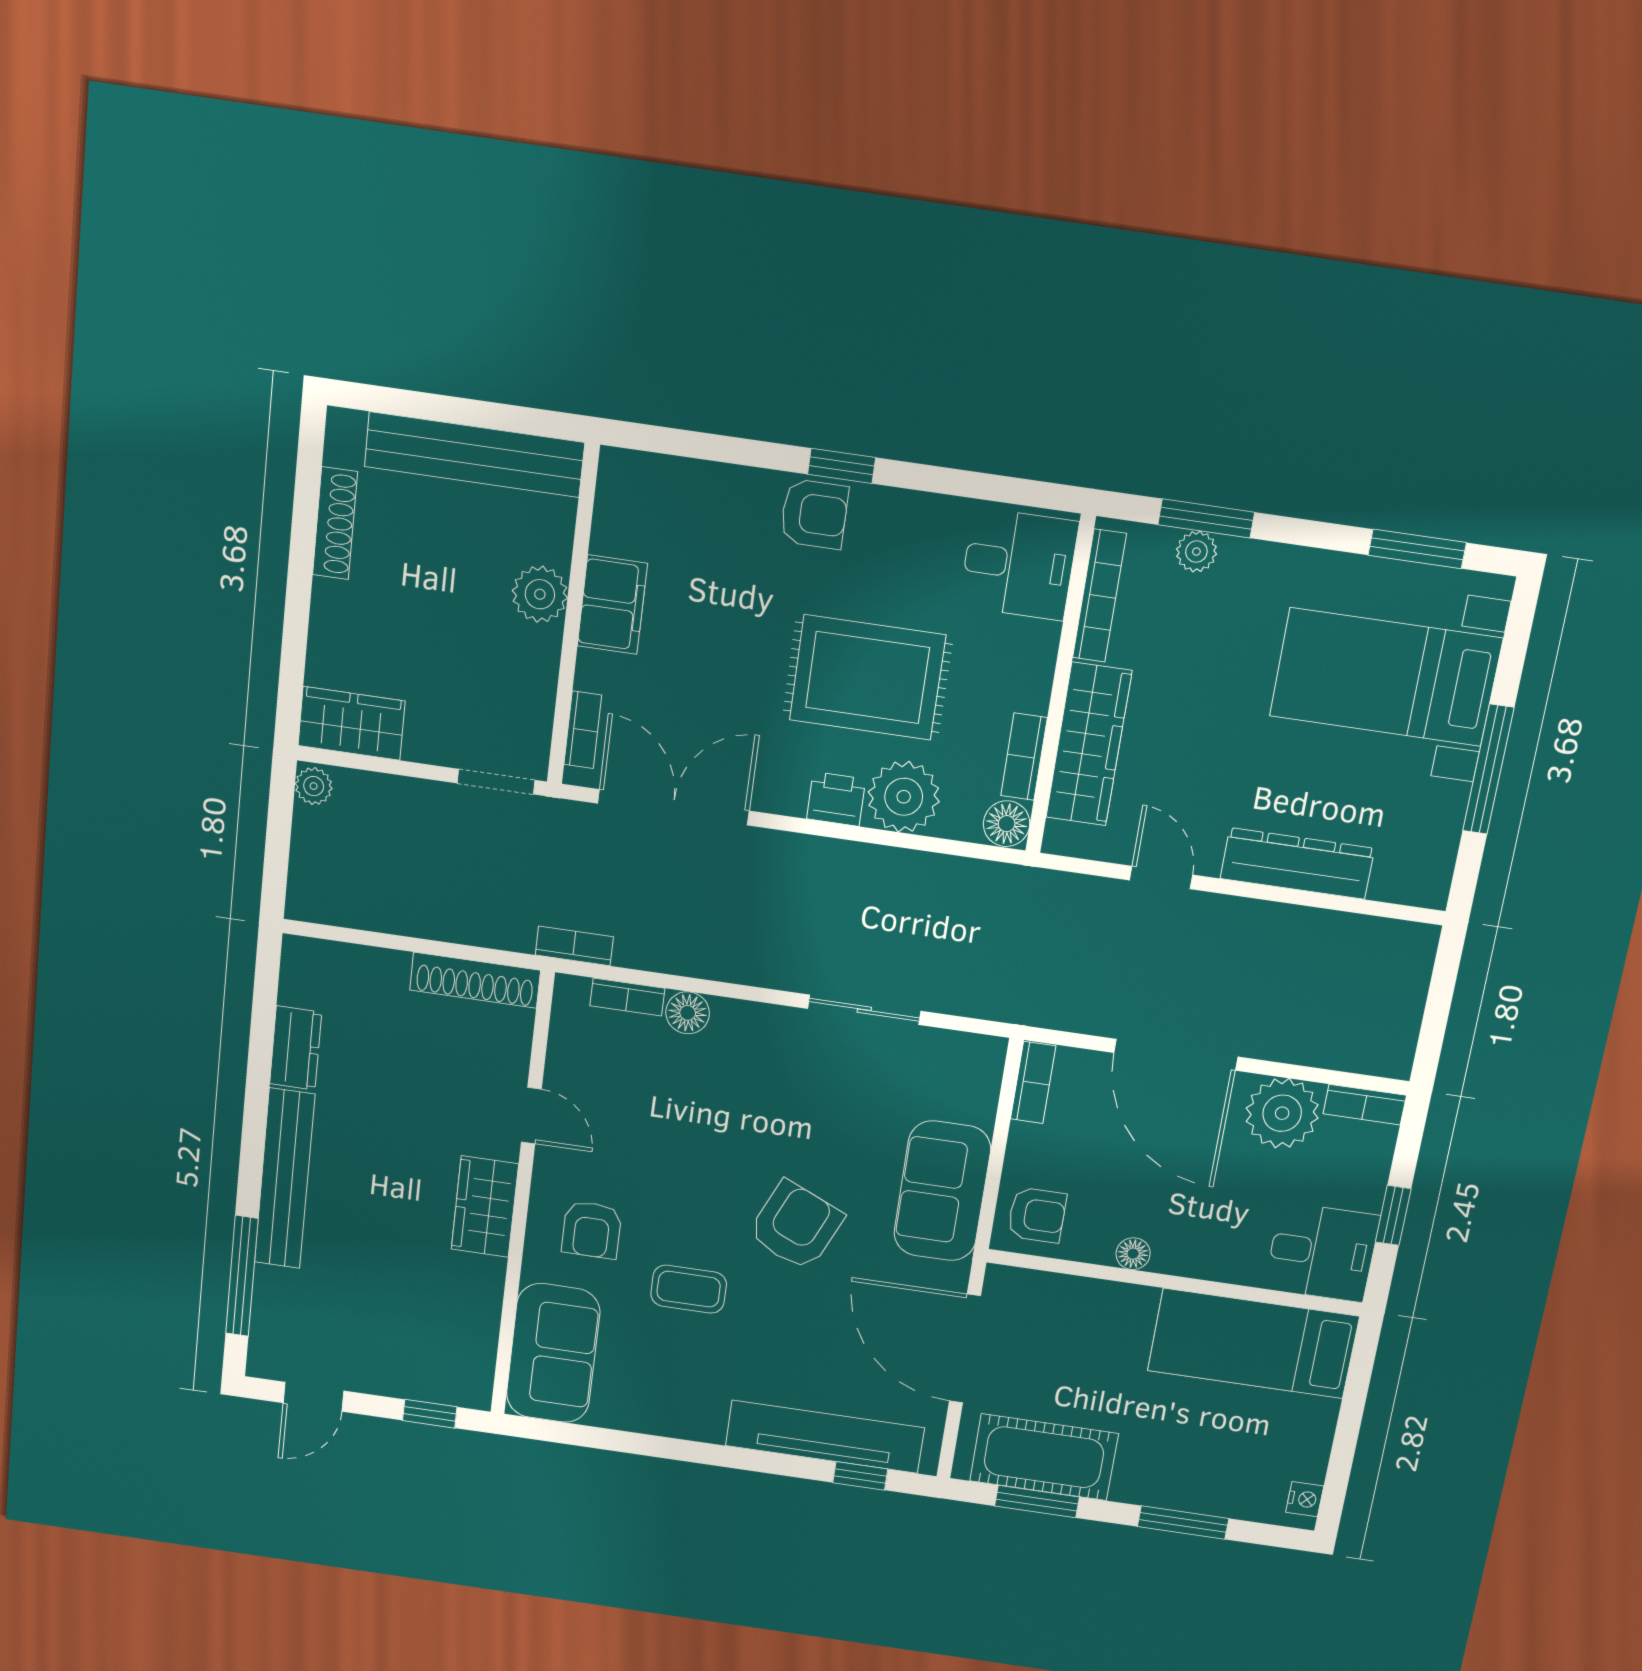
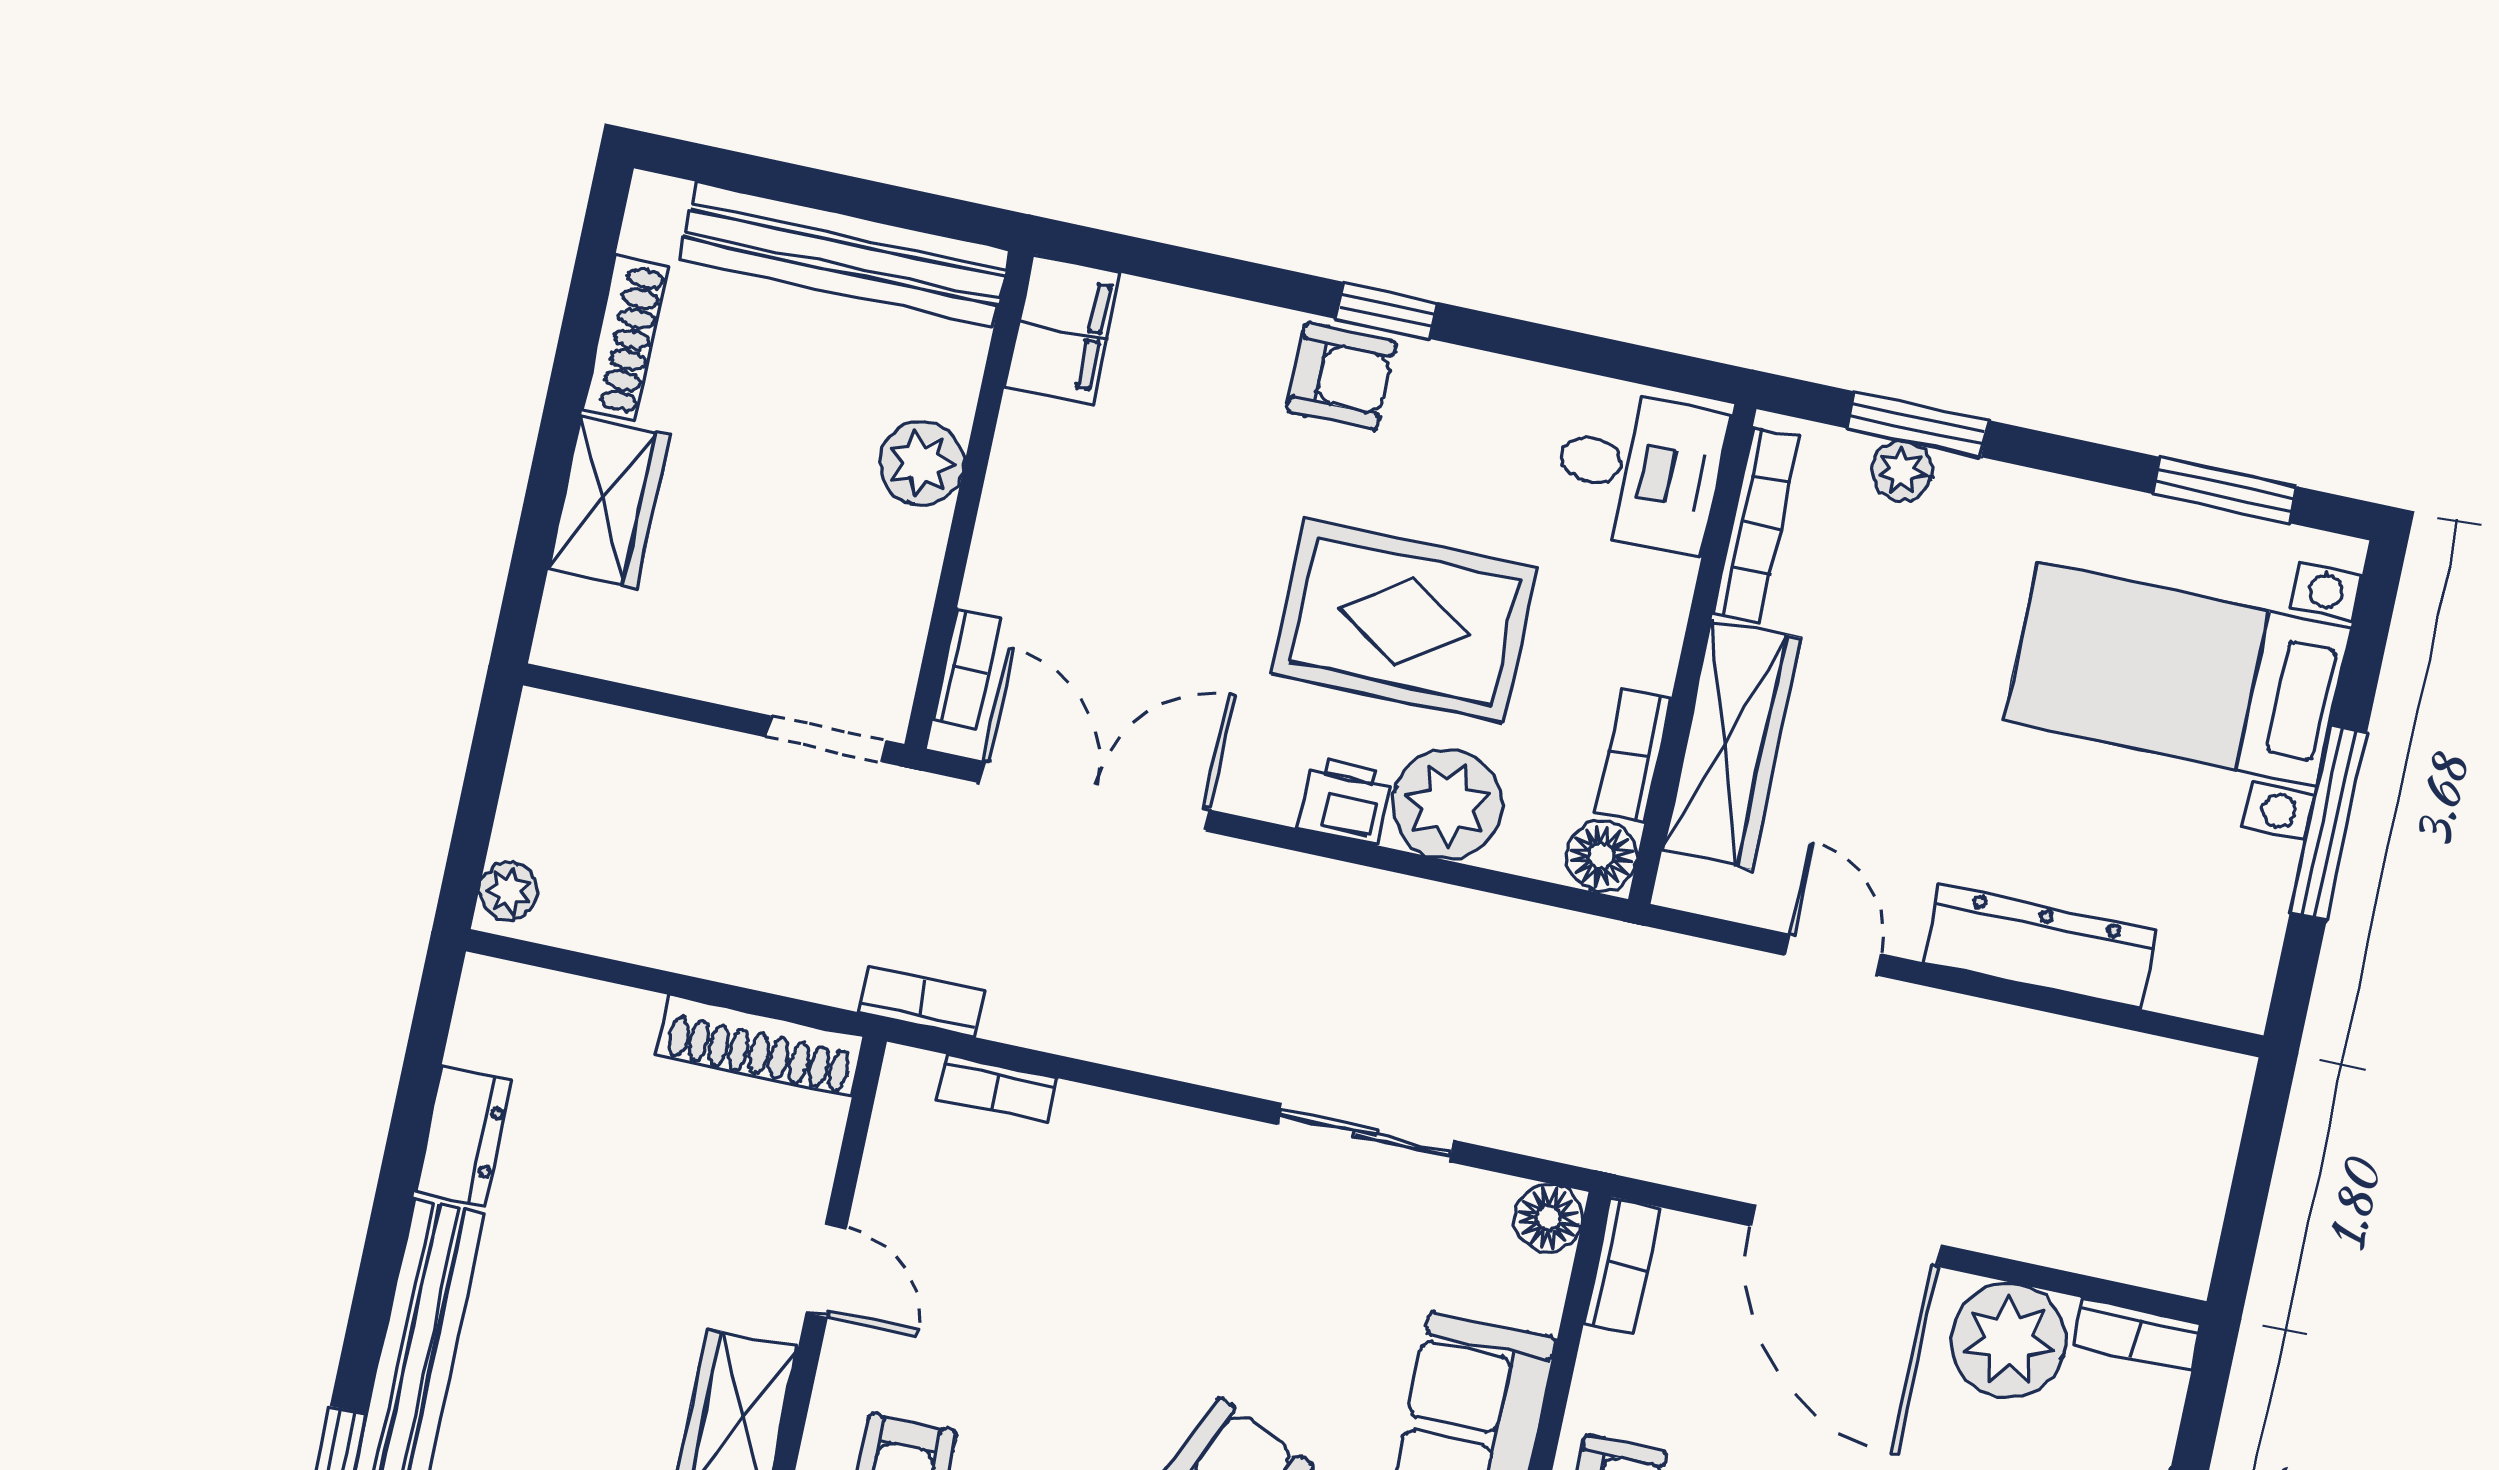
filing cabinet: (612, 605) -> (1063, 330), moved
wardrobe: (352, 723) -> (609, 502), moved, turned 90
plant: (314, 786) -> (508, 892), moved
floor lamp: (688, 1013) -> (1548, 1218), moved

